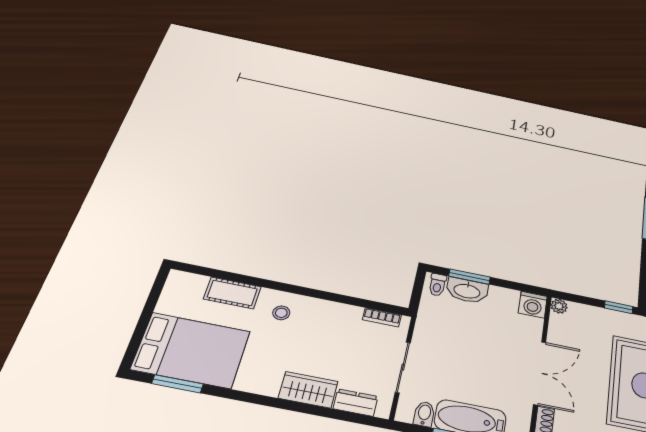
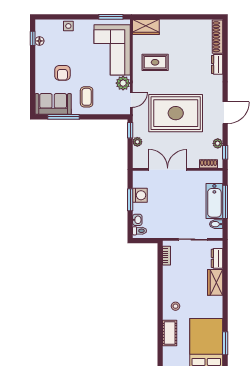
window: (470, 277) -> (130, 200), moved
washbasin: (467, 291) -> (137, 220), width x0.52, depth x0.69
washing machine: (533, 305) -> (140, 195), moved
plant: (559, 306) -> (137, 142), moved
double door: (540, 373) -> (168, 169), moved

